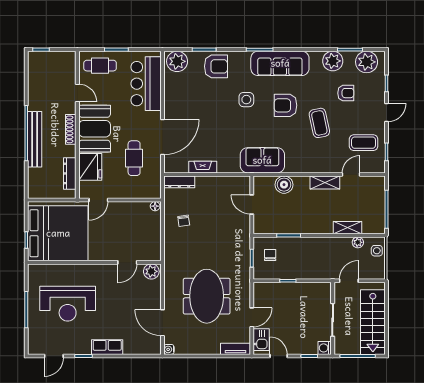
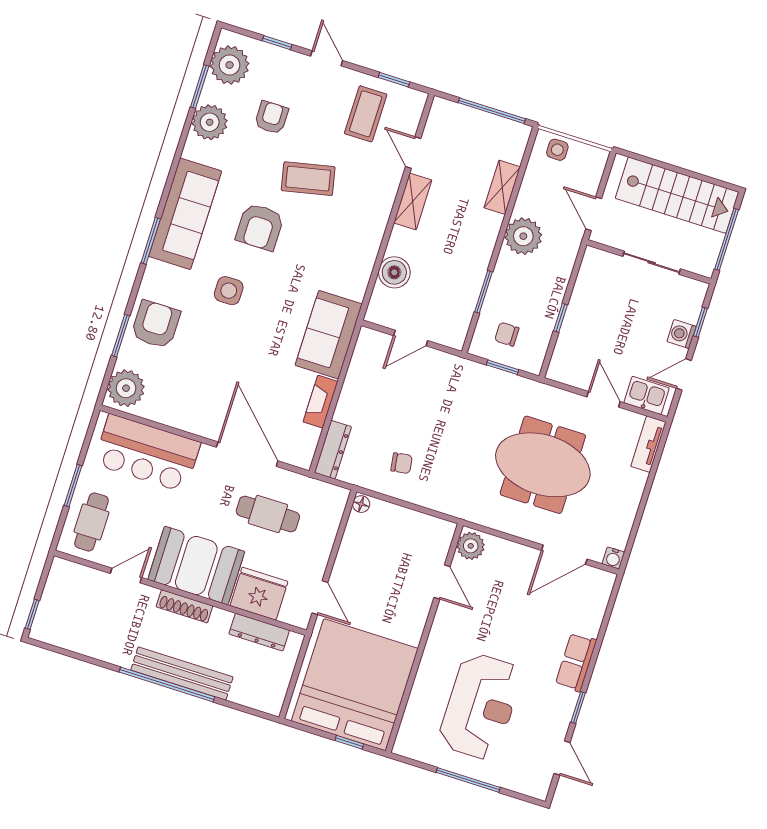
sofa: (262, 160) -> (329, 335), moved
plant: (358, 242) -> (523, 236), moved, width x1.88, depth x1.88
washing machine: (325, 348) -> (682, 334), moved, turned 90

